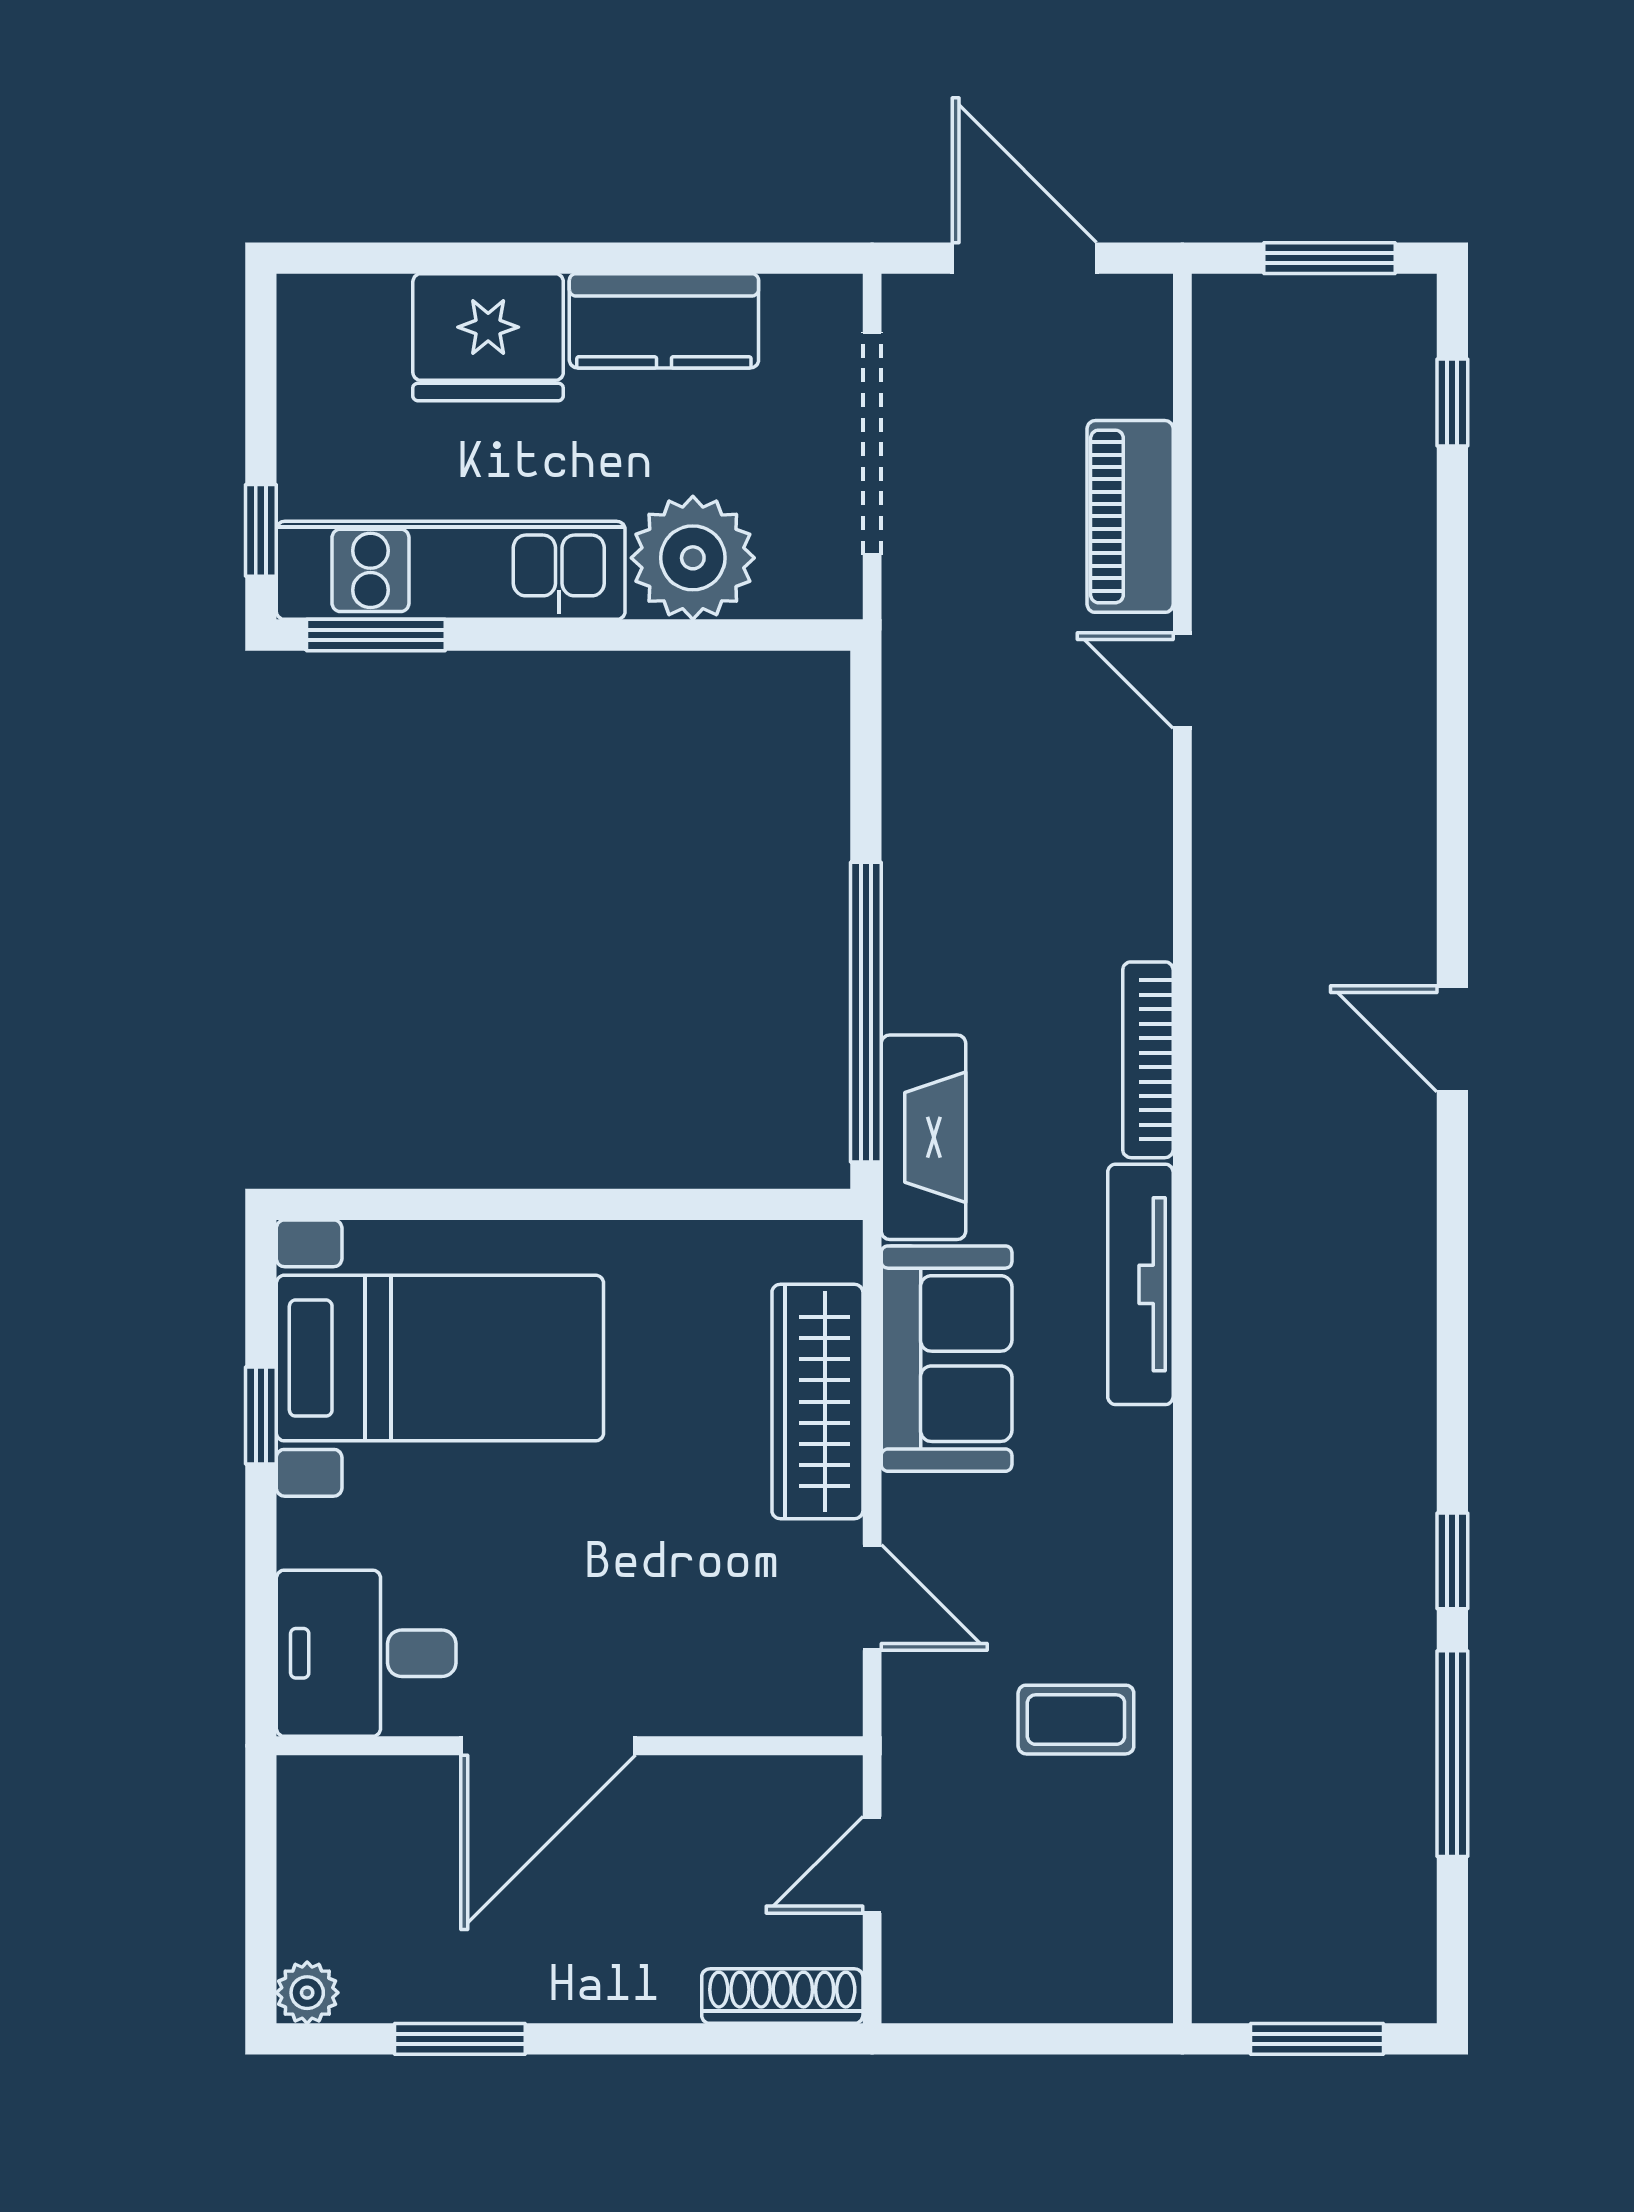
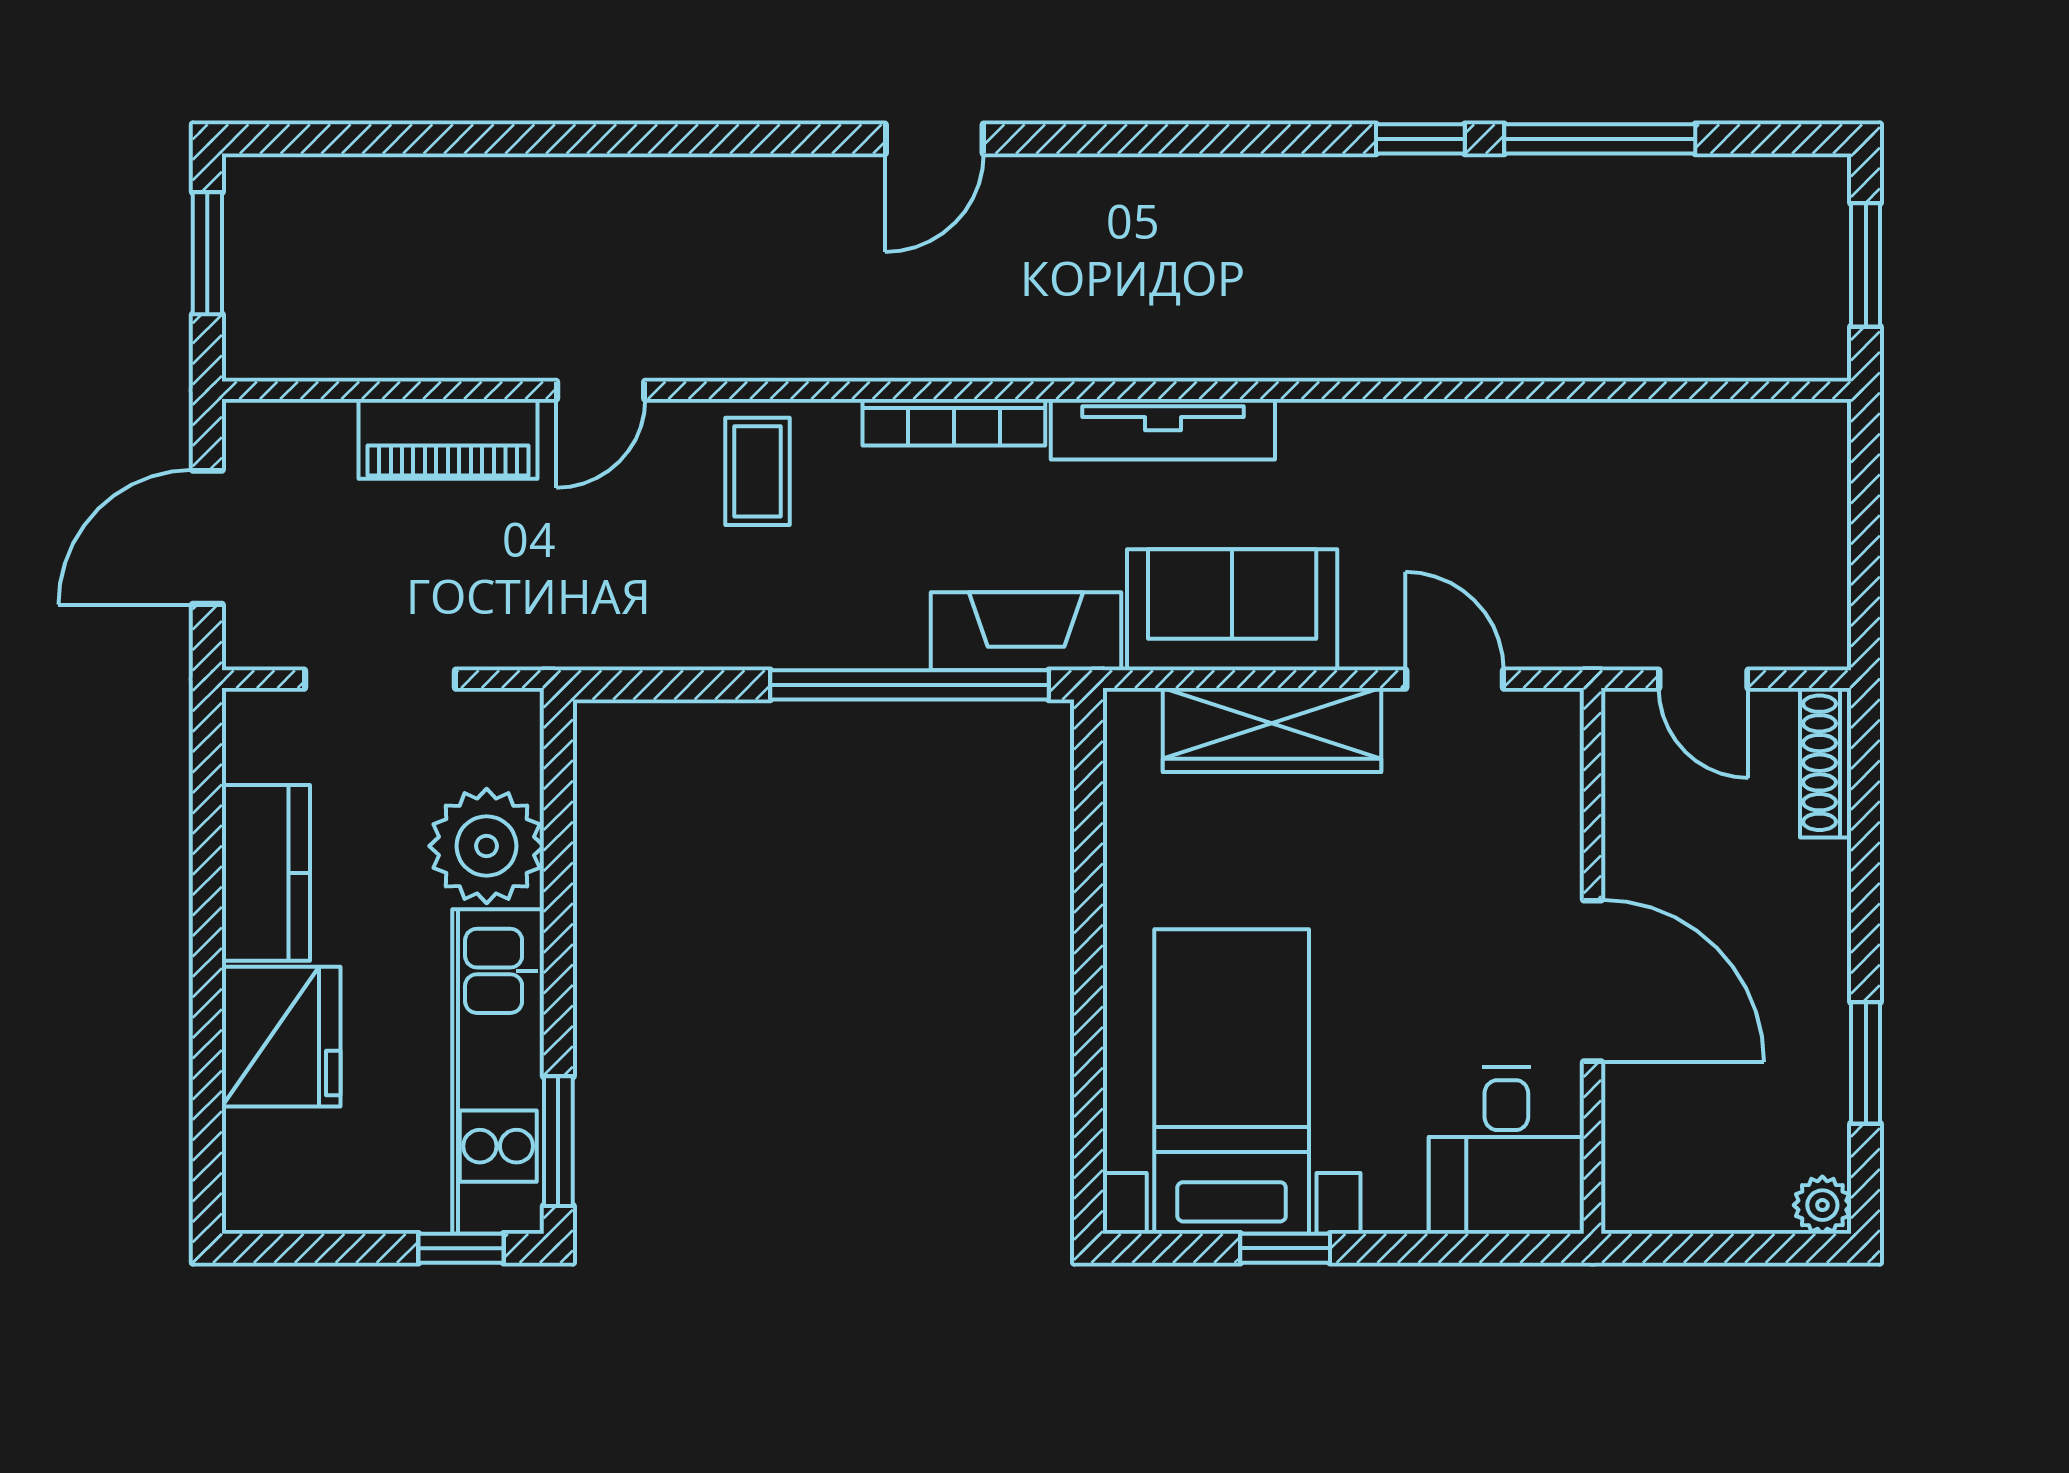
window: (1452, 402) -> (342, 139), removed
doorway: (872, 444) -> (380, 679), width x0.73
door: (872, 1598) -> (1455, 679), hinge flipped
coffee table: (1076, 1720) -> (758, 471), moved

